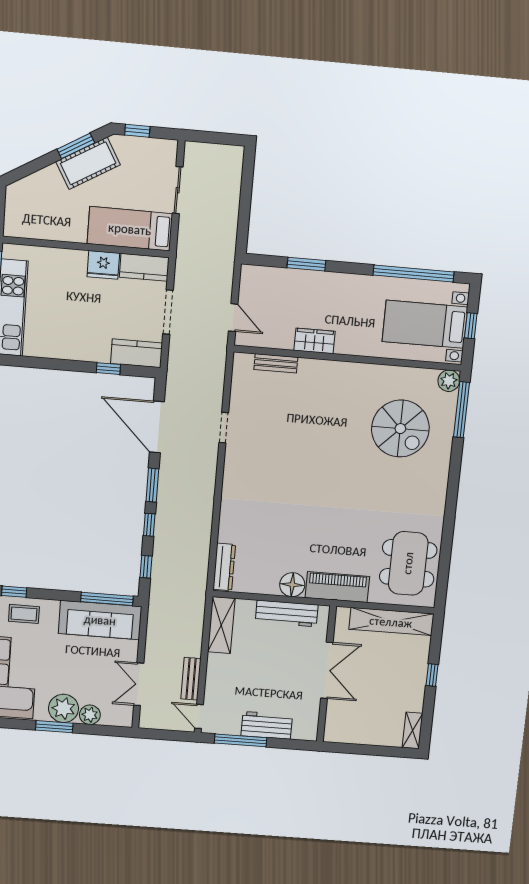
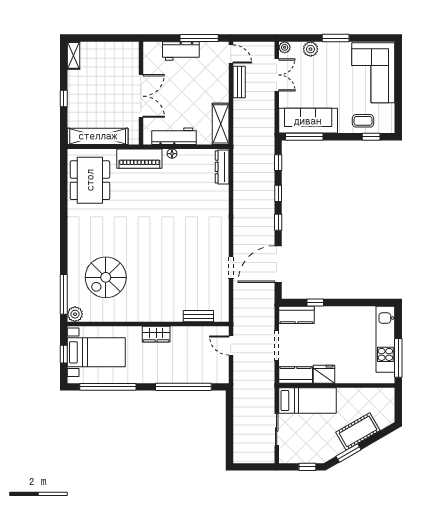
cot: (88, 163) -> (358, 431), moved
window: (306, 264) -> (183, 387), width x2.11
wardrobe: (315, 341) -> (156, 334), moved
door: (157, 427) -> (278, 264), swing flipped
spiral stairs: (400, 429) -> (106, 277), turned -90
window: (152, 485) -> (278, 222), width x0.67
floor lamp: (292, 585) -> (172, 154), width x0.53, depth x0.53
double door: (327, 670) -> (141, 96), swing flipped
plant: (64, 708) -> (285, 47), moved, width x0.53, depth x0.53

